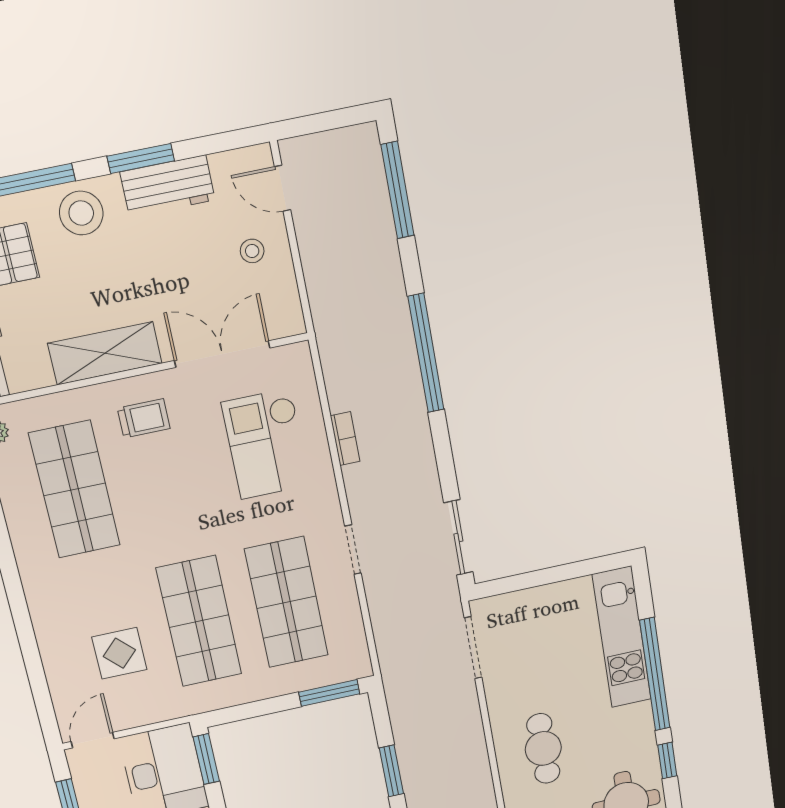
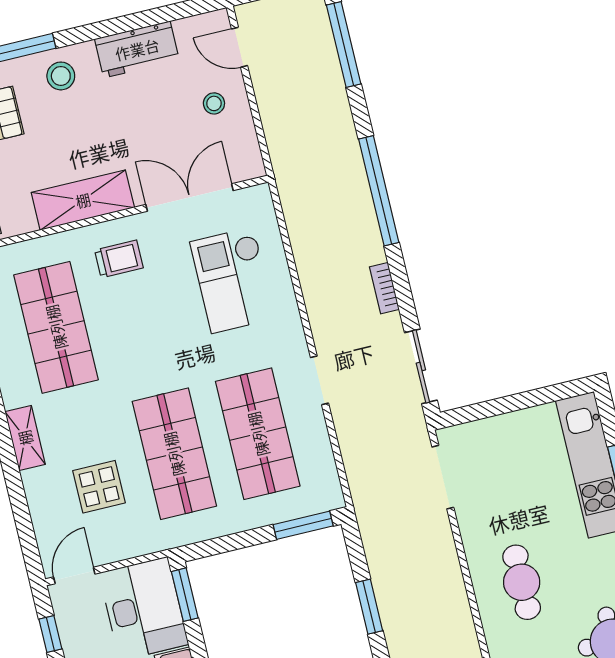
window: (141, 159) -> (113, 27), removed
stool: (81, 213) -> (61, 76), width x0.73, depth x0.73
bookcase: (345, 439) -> (384, 288), moved, turned 180
shelving: (41, 603) -> (25, 438), added

